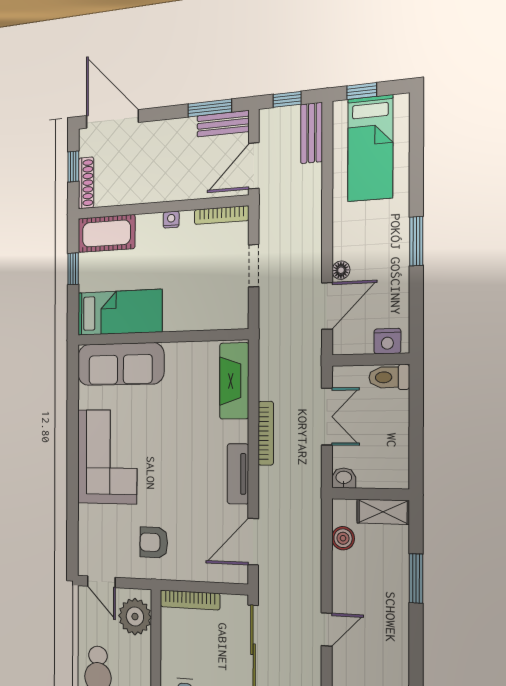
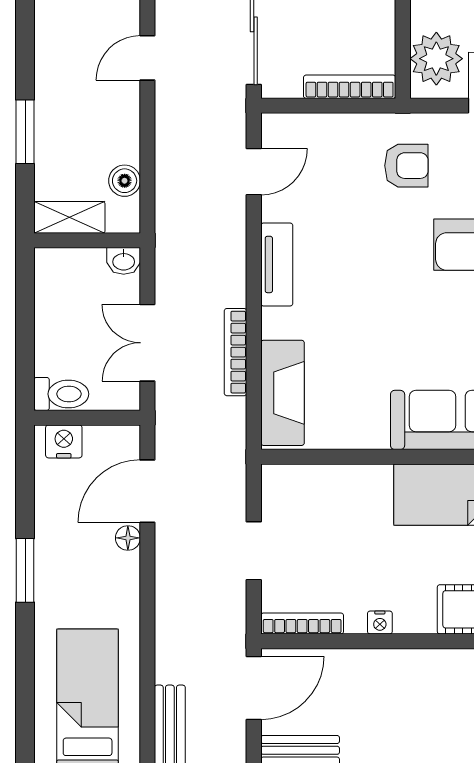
bookcase: (266, 433) -> (236, 352), moved
door: (253, 542) -> (254, 172), width x0.73

